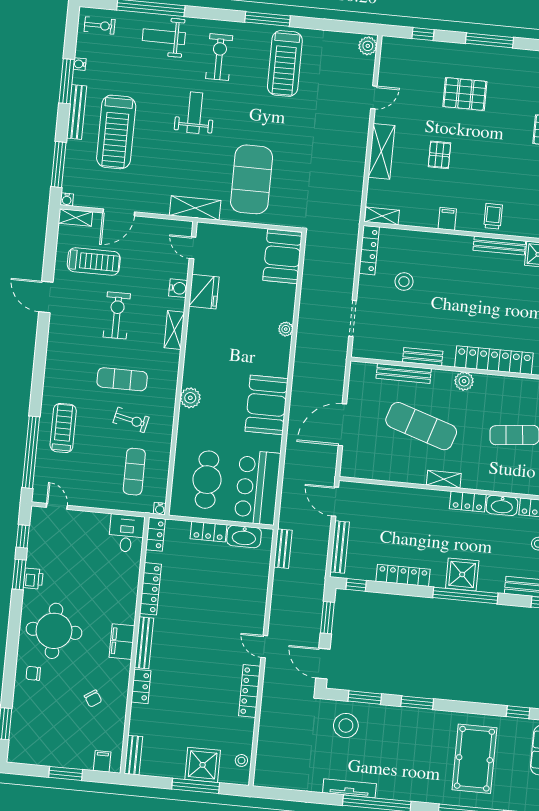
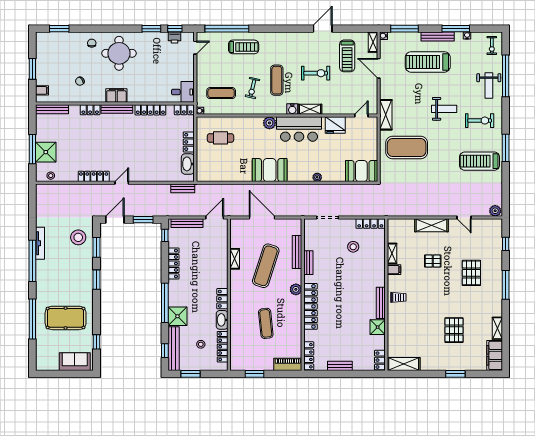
weight bench: (164, 37) -> (489, 85), turned 180
shelving: (382, 216) -> (392, 253), moved
water cooler: (178, 288) -> (292, 109), moved
shelving: (444, 479) -> (235, 259), moved
cafe table: (207, 480) -> (220, 138), width x0.73, depth x0.74
bar counter: (257, 487) -> (299, 129), moved, turned 180
shower: (462, 574) -> (177, 316), moved
printer: (33, 579) -> (174, 38), moved
bench: (133, 755) -> (52, 109), width x1.36

